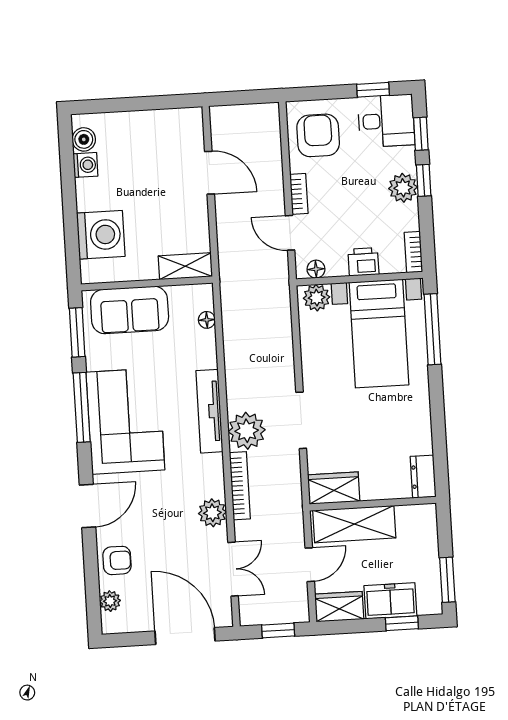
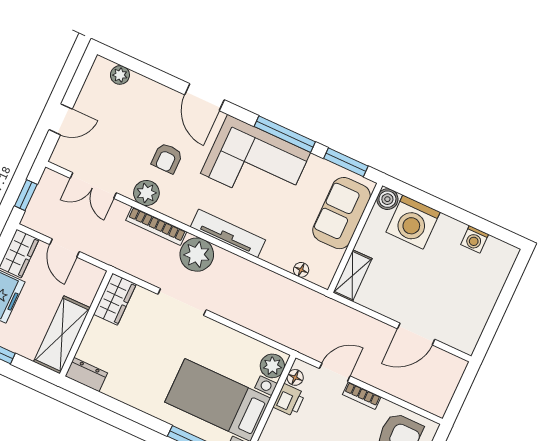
boiler: (84, 139) -> (387, 199), moved
printer: (363, 262) -> (289, 400), moved
shelving: (354, 524) -> (62, 335), moved
armchair: (117, 560) -> (167, 158), moved
door: (185, 636) -> (61, 119), width x0.53

